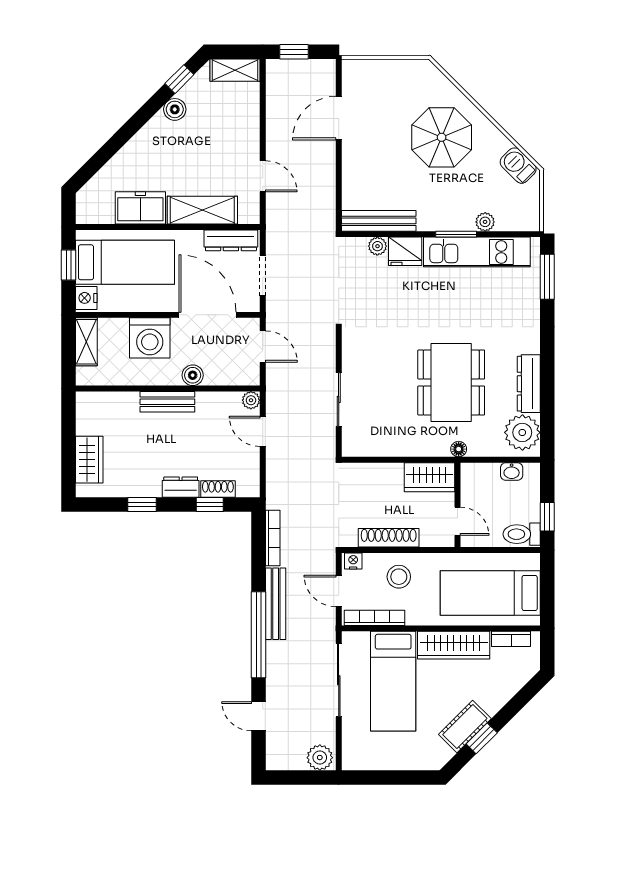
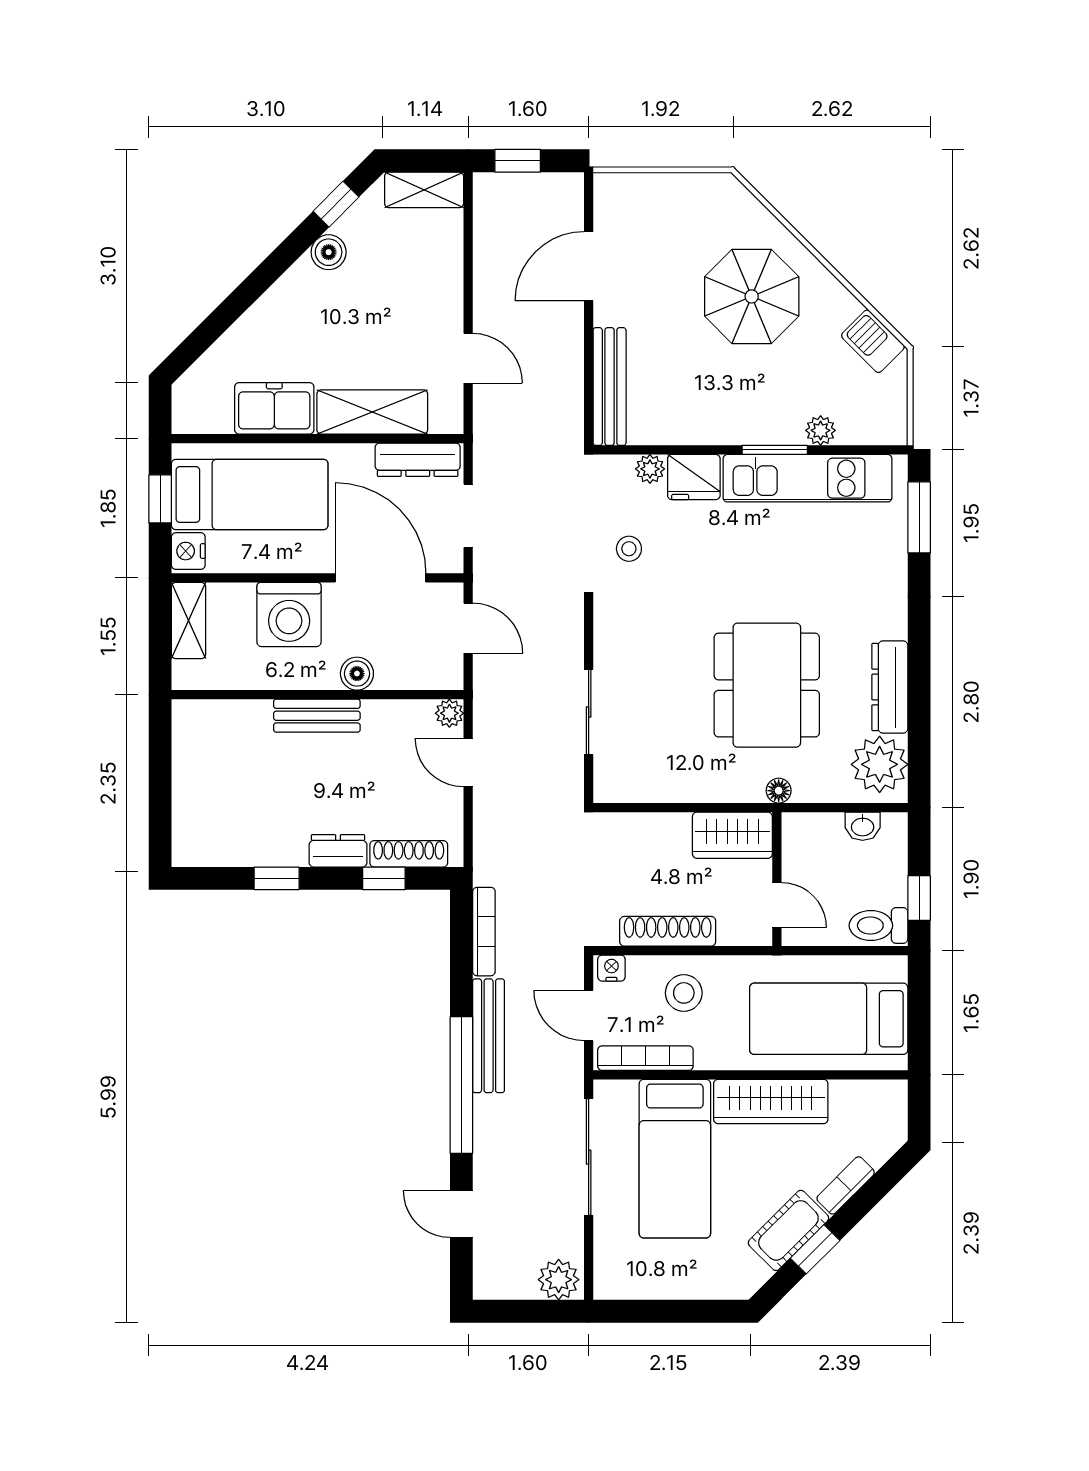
bench: (379, 221) -> (610, 387), moved, turned 90
stool: (364, 296) -> (629, 549), added
wardrobe: (89, 460) -> (193, 807), removed
shoe rack: (218, 489) -> (409, 854), width x1.43
bookcase: (511, 639) -> (846, 1185), moved, turned 135

